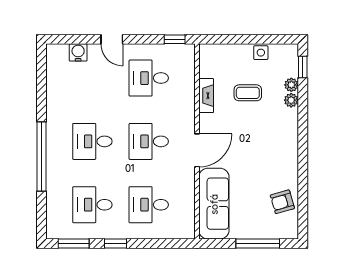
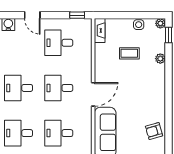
plant: (291, 85) -> (160, 23), moved
fireplace: (206, 96) -> (100, 30), moved

